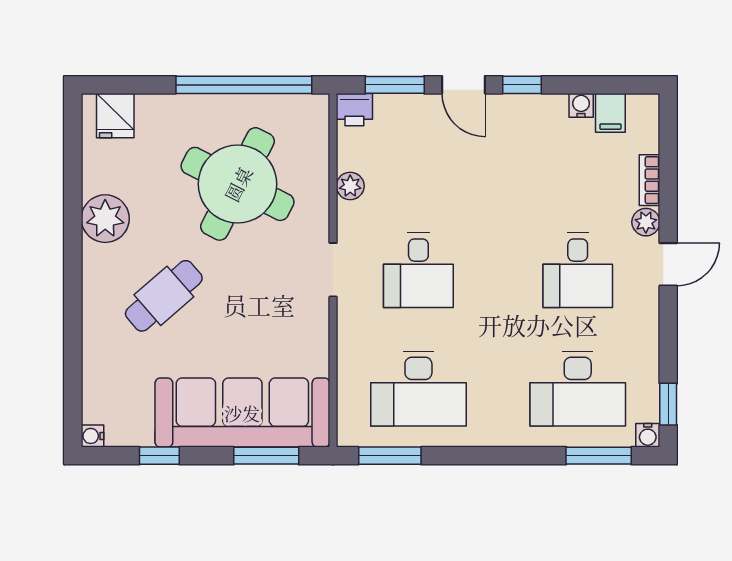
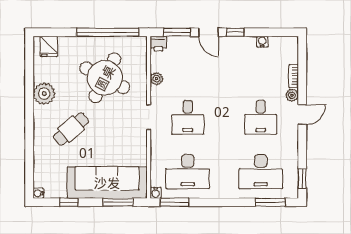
filing cabinet: (610, 113) -> (276, 45), removed
water cooler: (648, 435) -> (156, 193), moved

